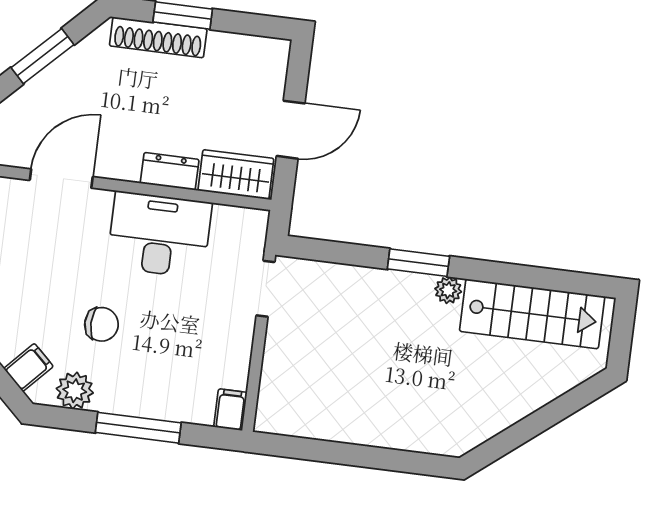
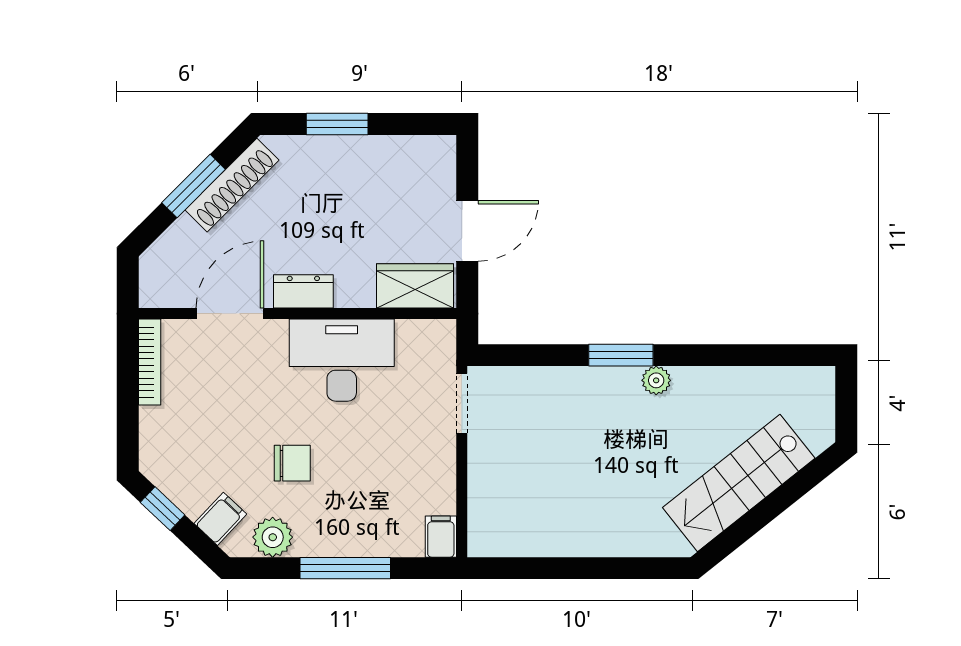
shoe rack: (158, 37) -> (232, 185), moved, turned -45
dresser: (170, 171) -> (303, 291), moved
stairs: (532, 314) -> (739, 483), moved, turned 142

